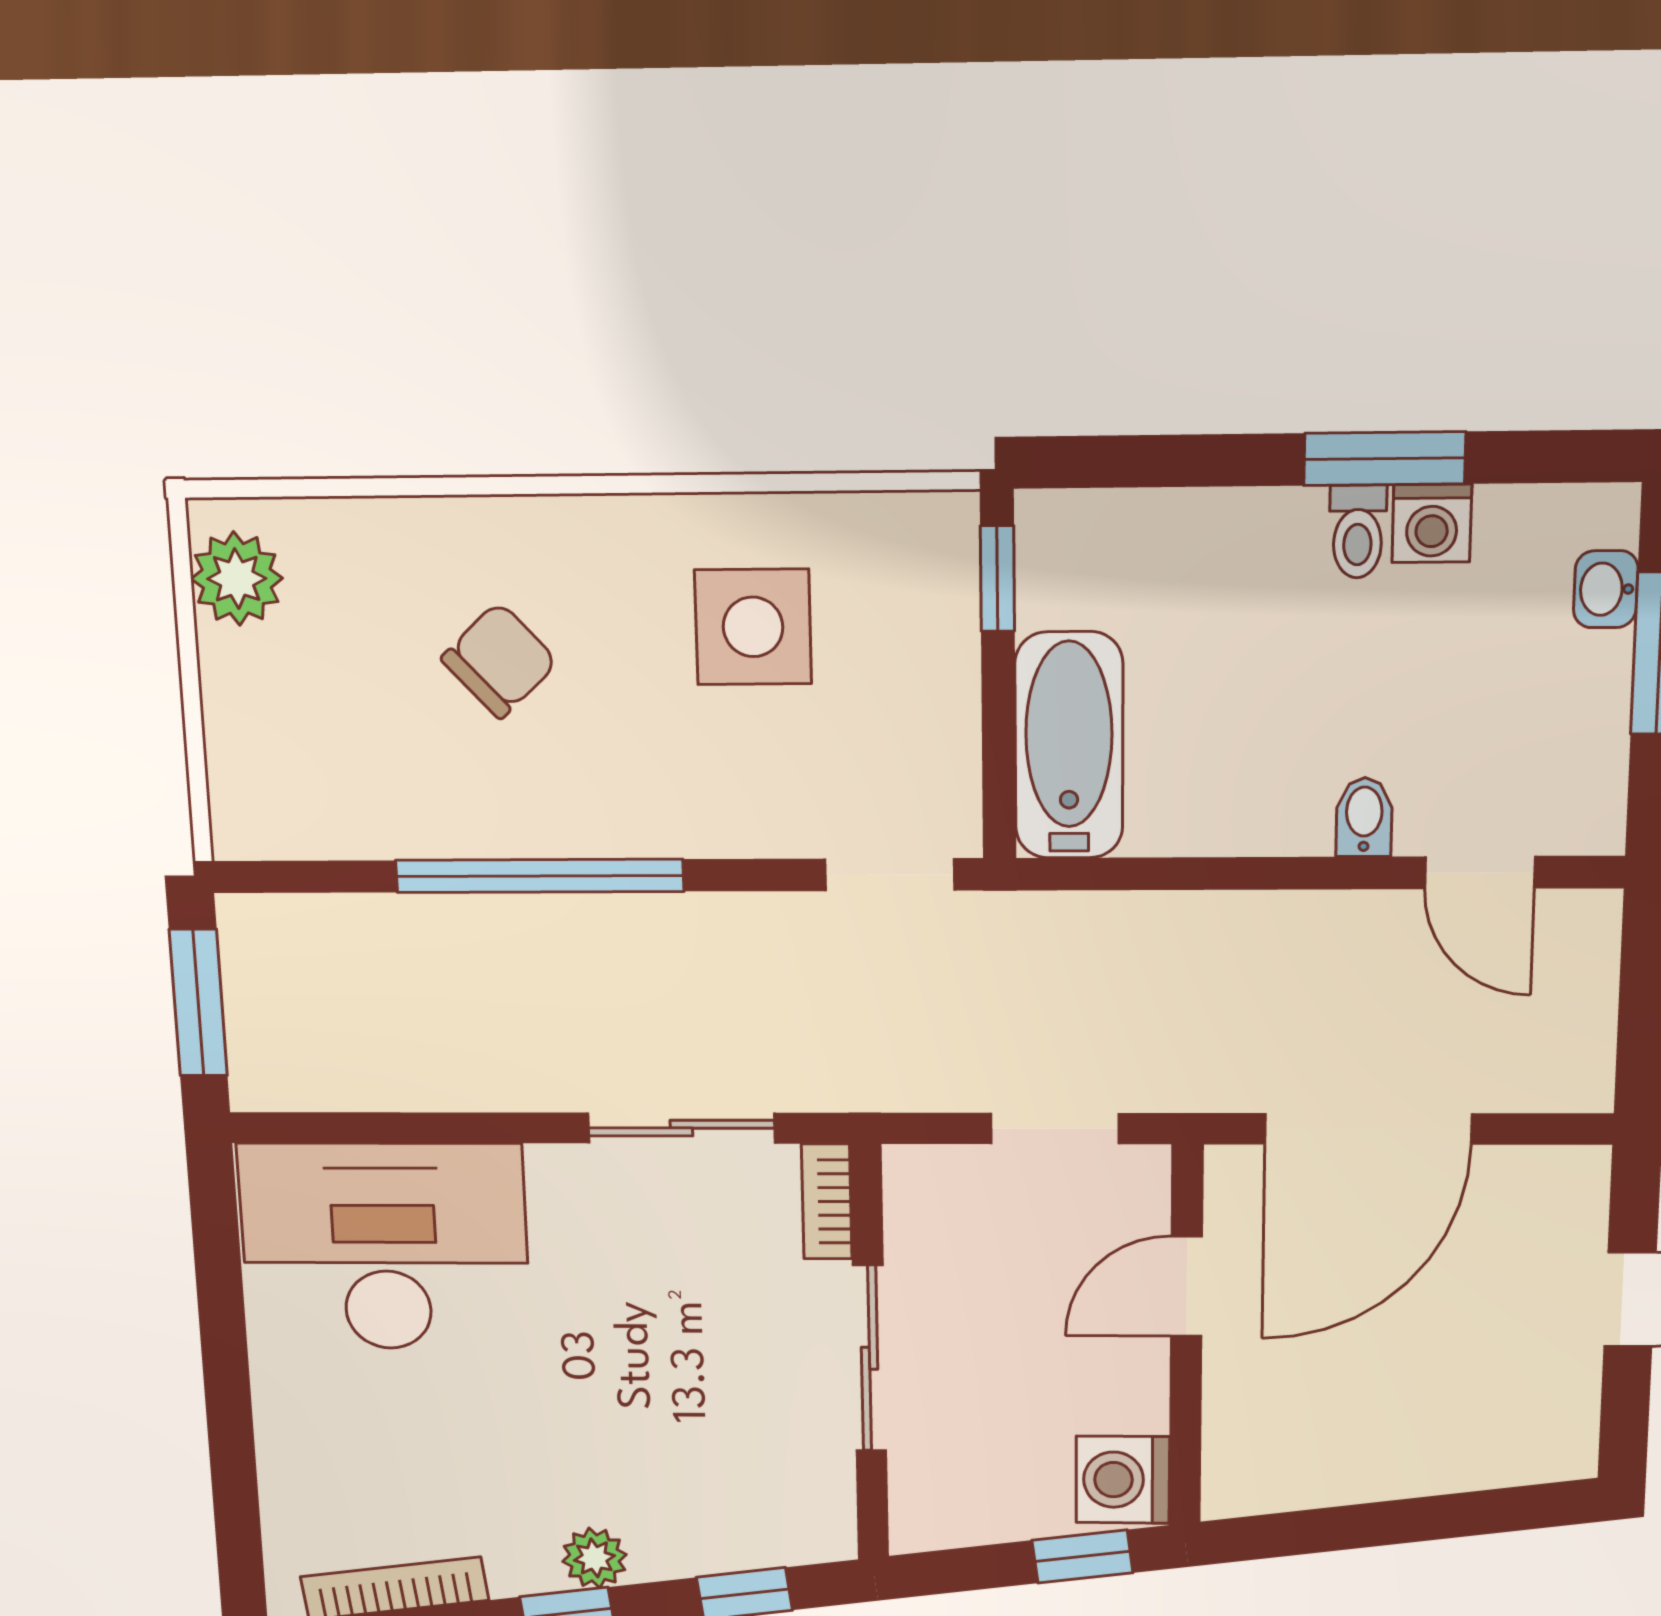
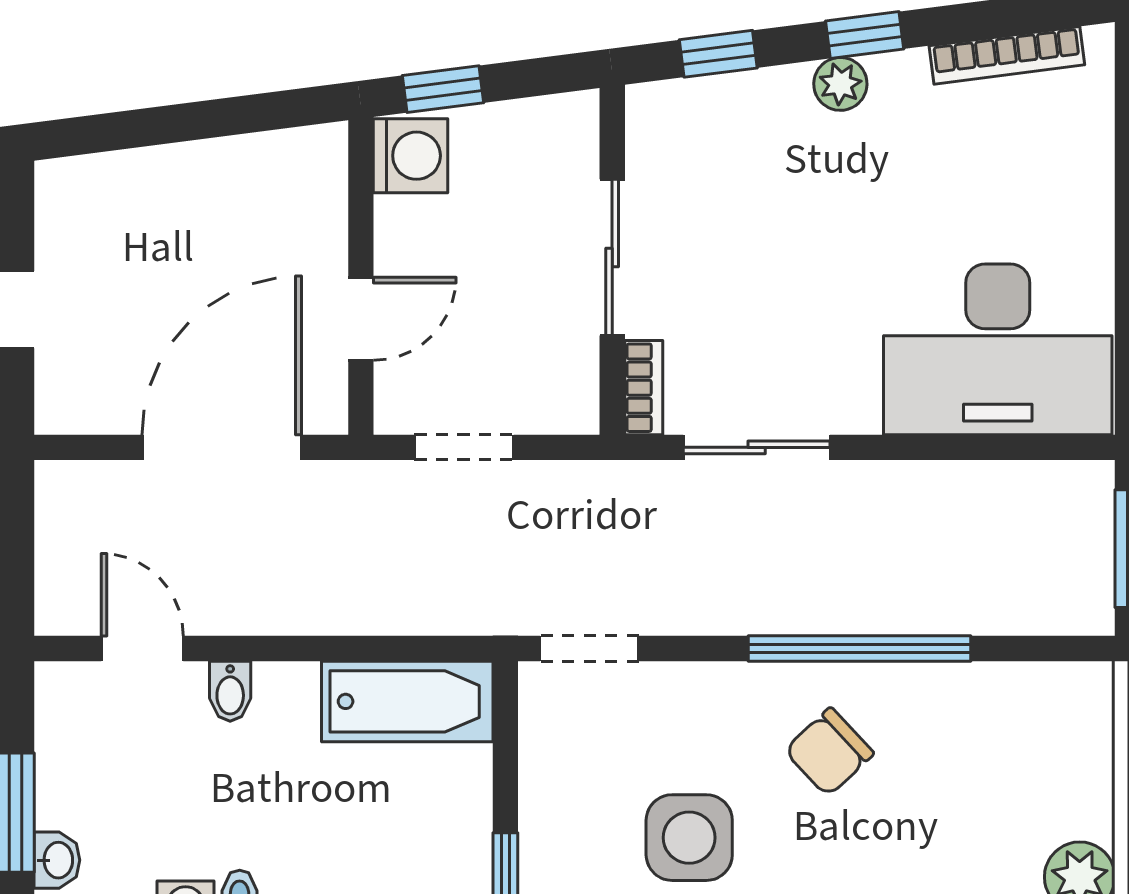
chair: (499, 660) -> (829, 752), moved
bathtub: (1069, 746) -> (407, 701), moved, turned -90

